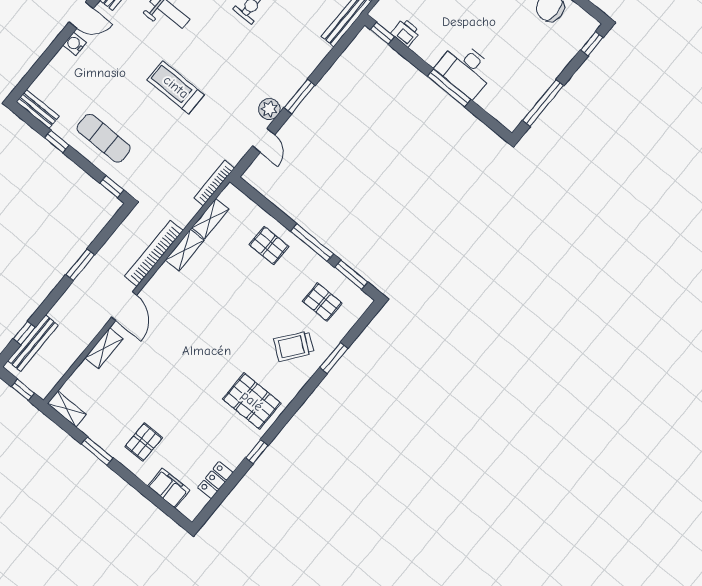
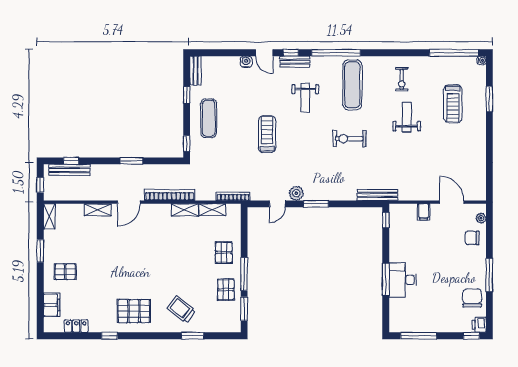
printer: (405, 33) -> (479, 325), moved, turned 180
pallet: (322, 302) -> (226, 290), moved
pallet: (252, 401) -> (134, 311), turned 90

